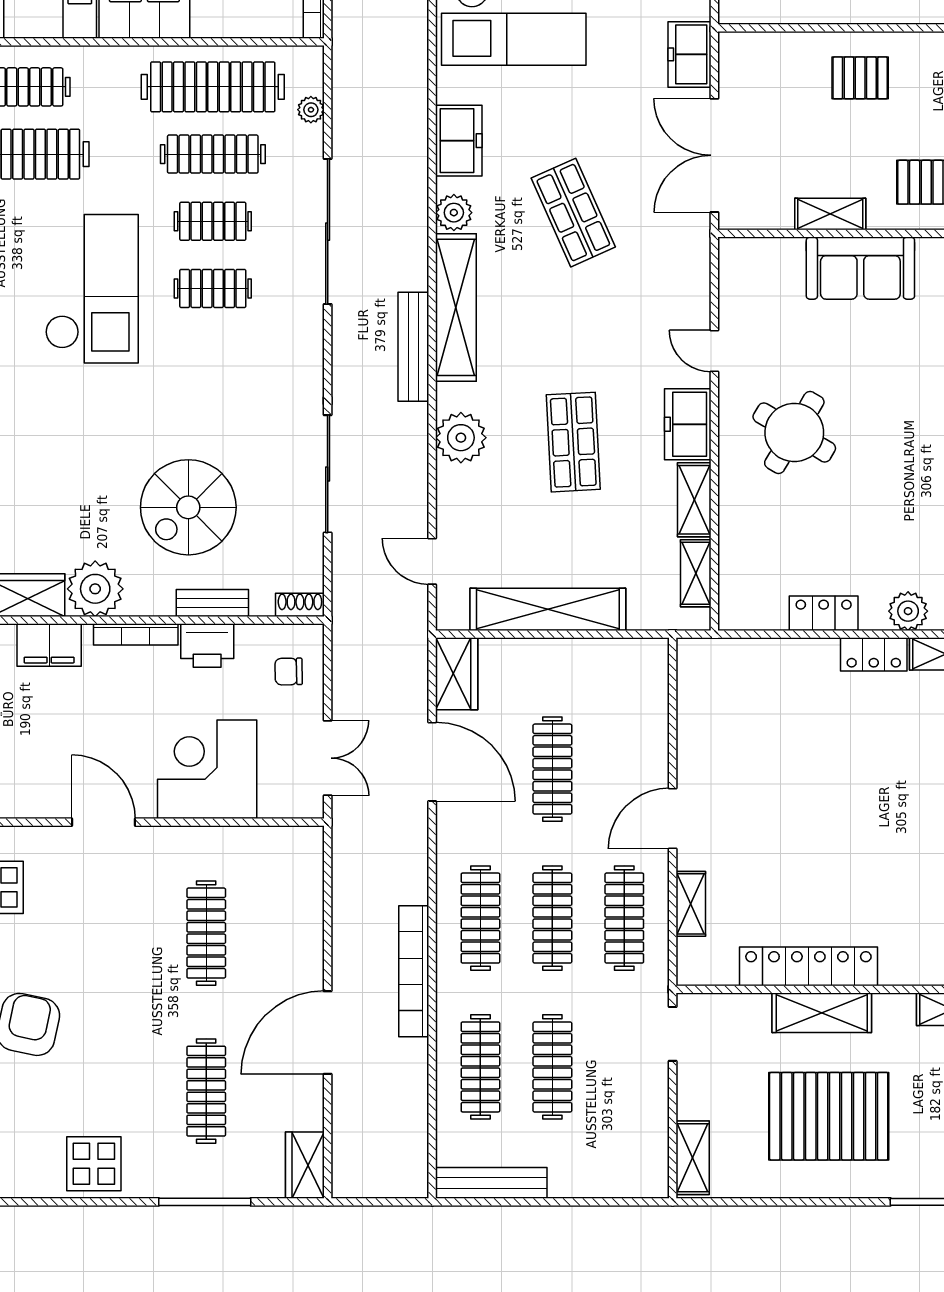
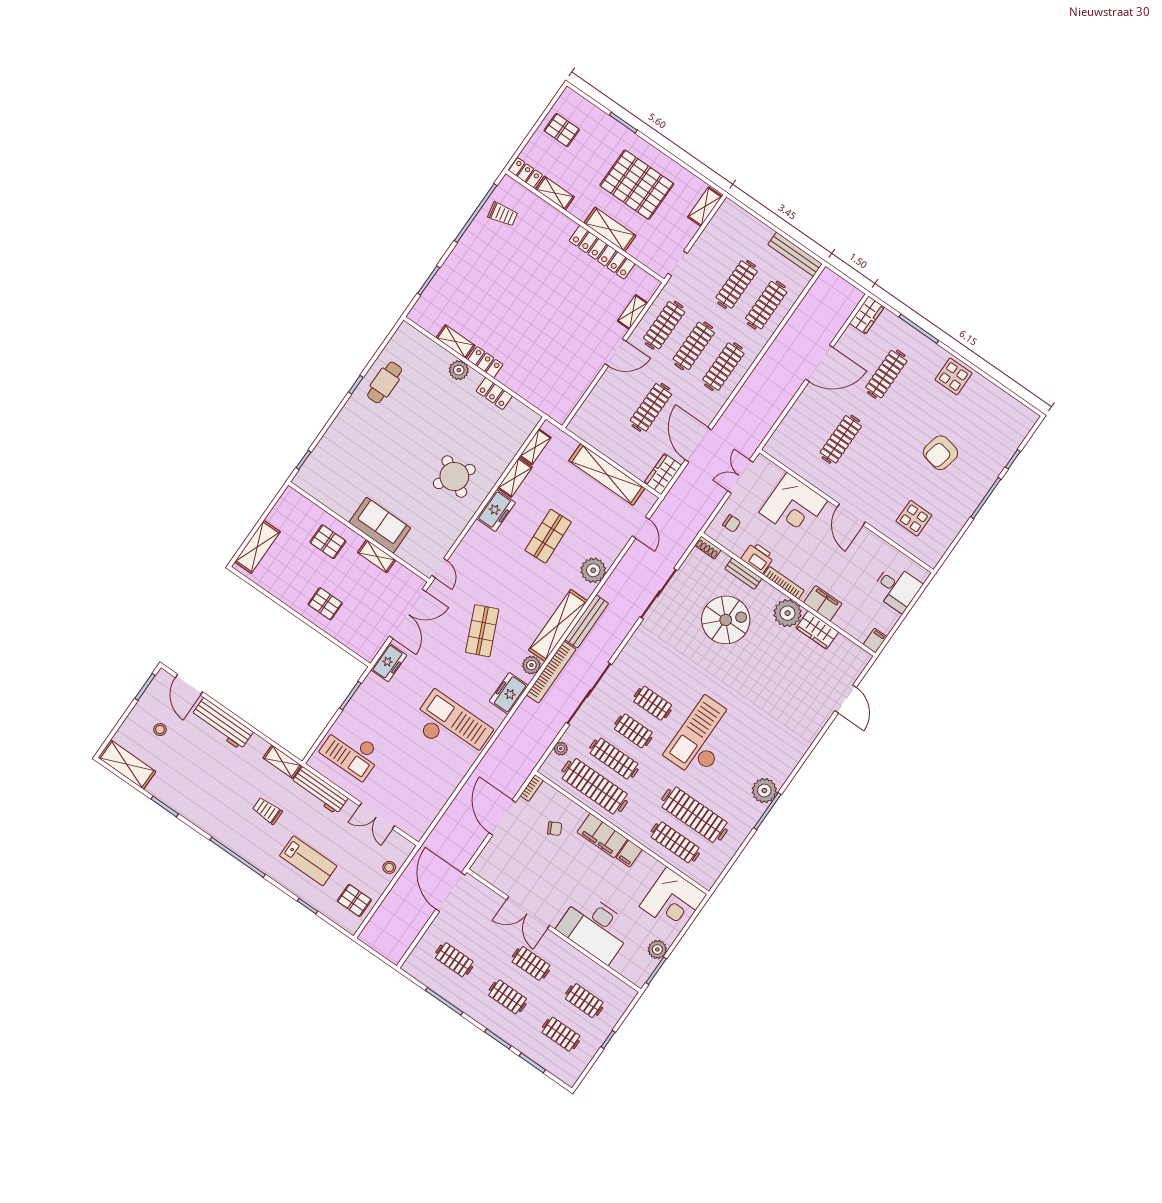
door: (714, 351) -> (439, 568), moved
bookcase: (414, 971) -> (551, 672), moved

